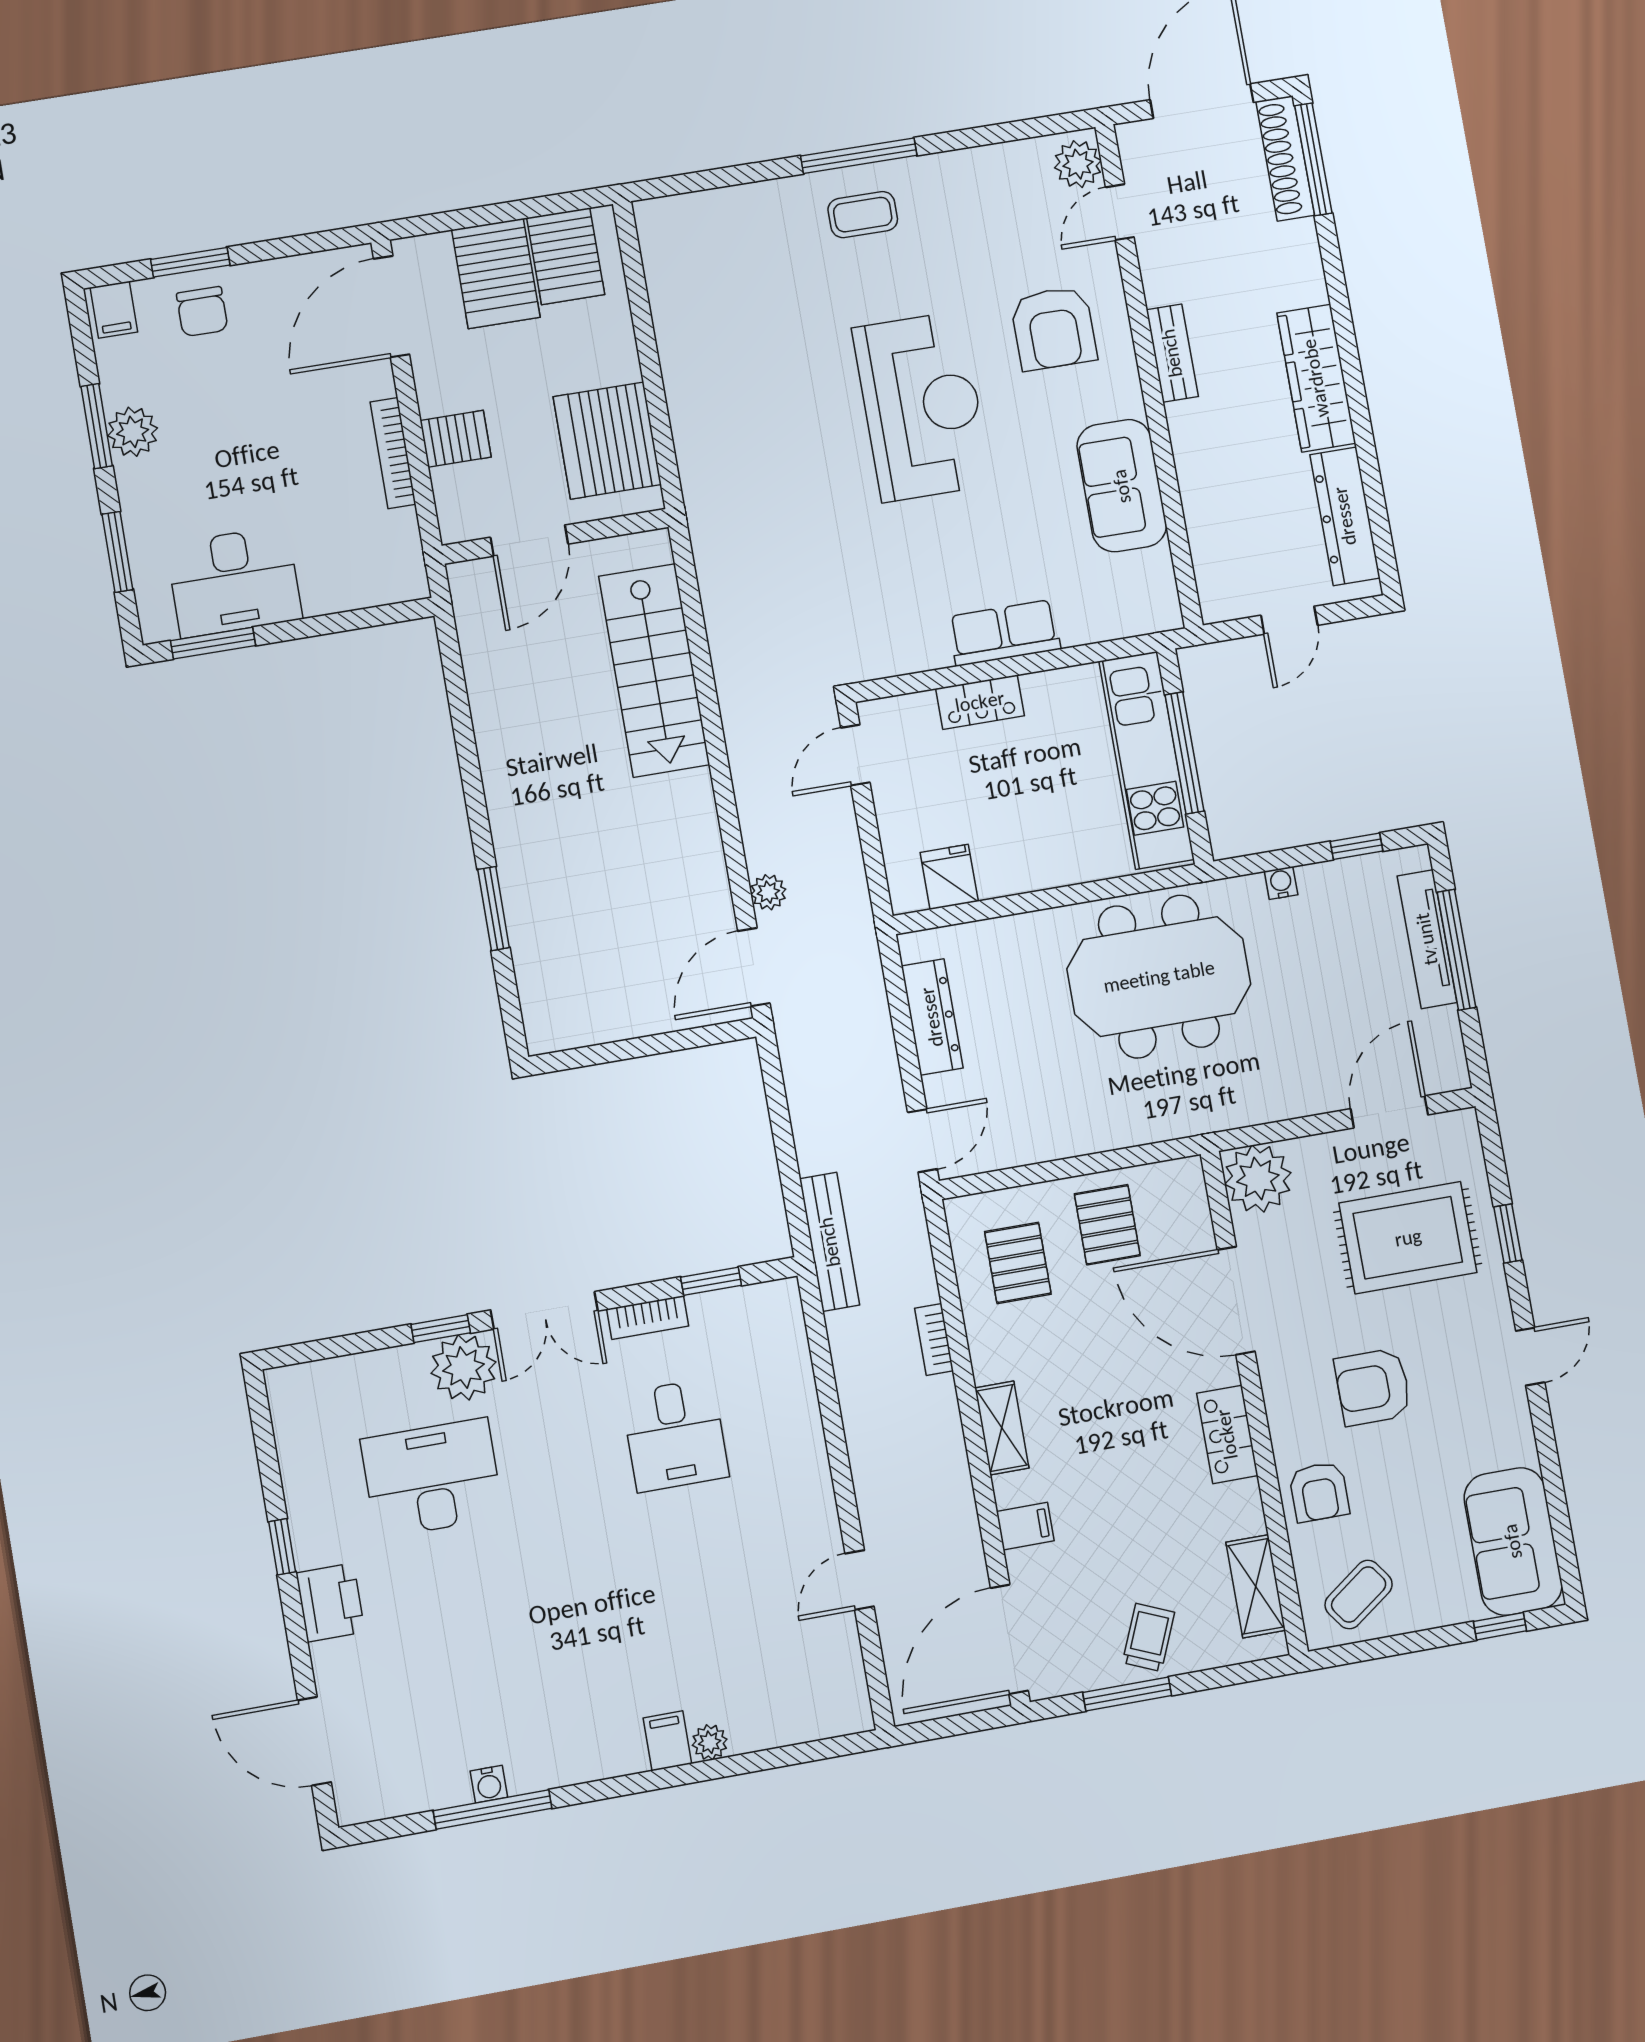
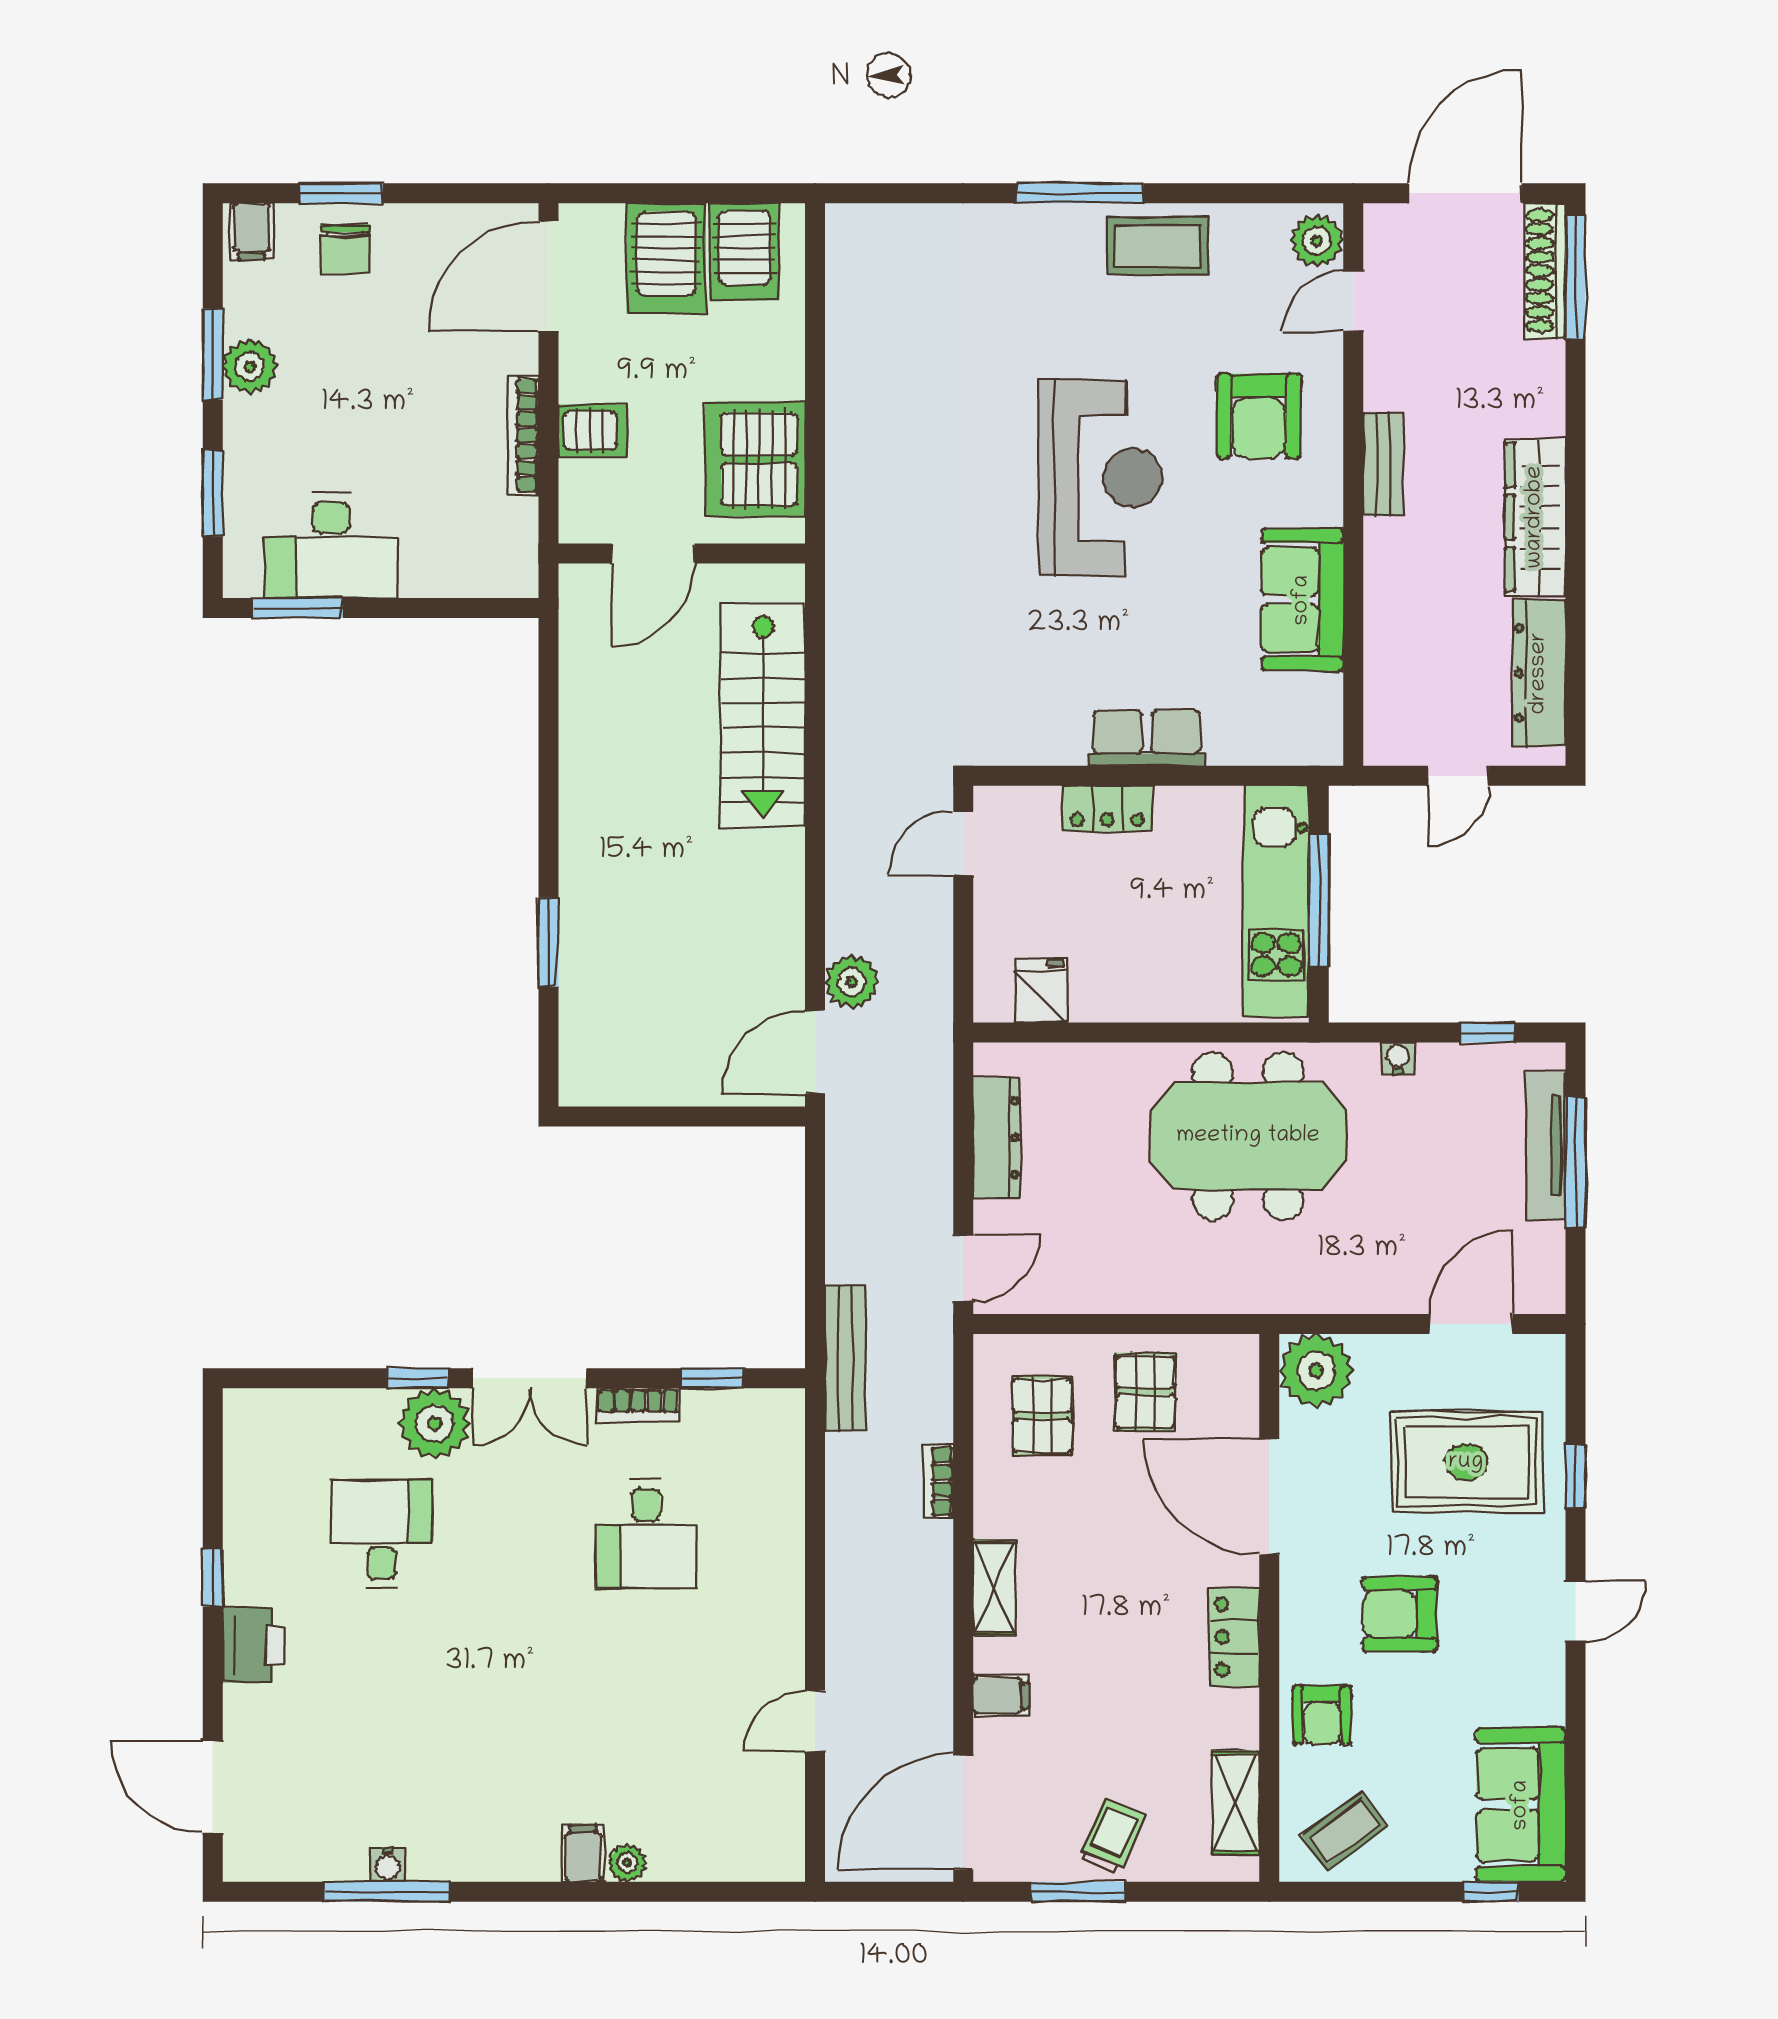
coffee table: (863, 215) -> (1158, 246), moved, width x1.36, depth x1.30
plant: (768, 892) -> (852, 982), width x1.38, depth x1.38
desk: (432, 1478) -> (382, 1534), width x0.73

